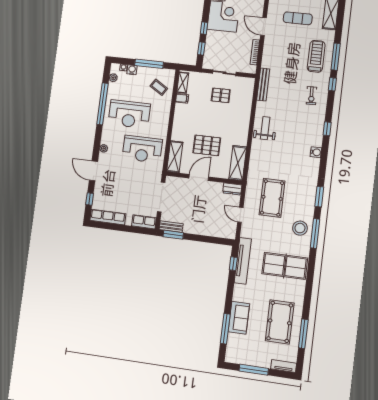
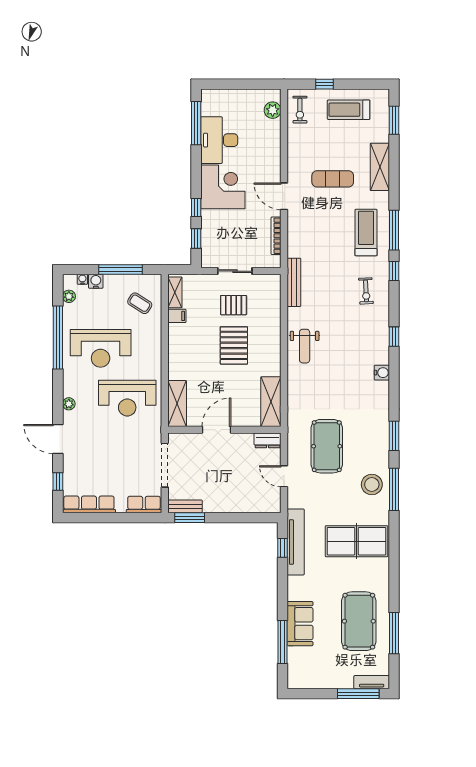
weight bench: (265, 128) -> (305, 346), turned 180
pallet: (207, 145) -> (234, 345), moved, turned 90
window: (254, 370) -> (358, 694), moved

